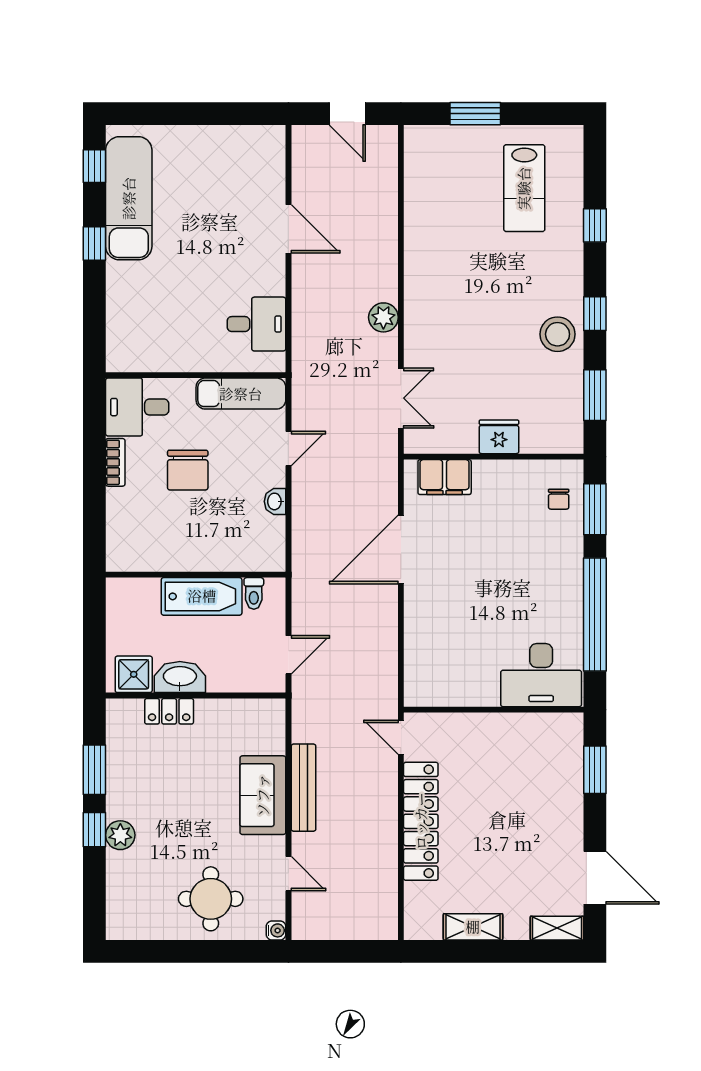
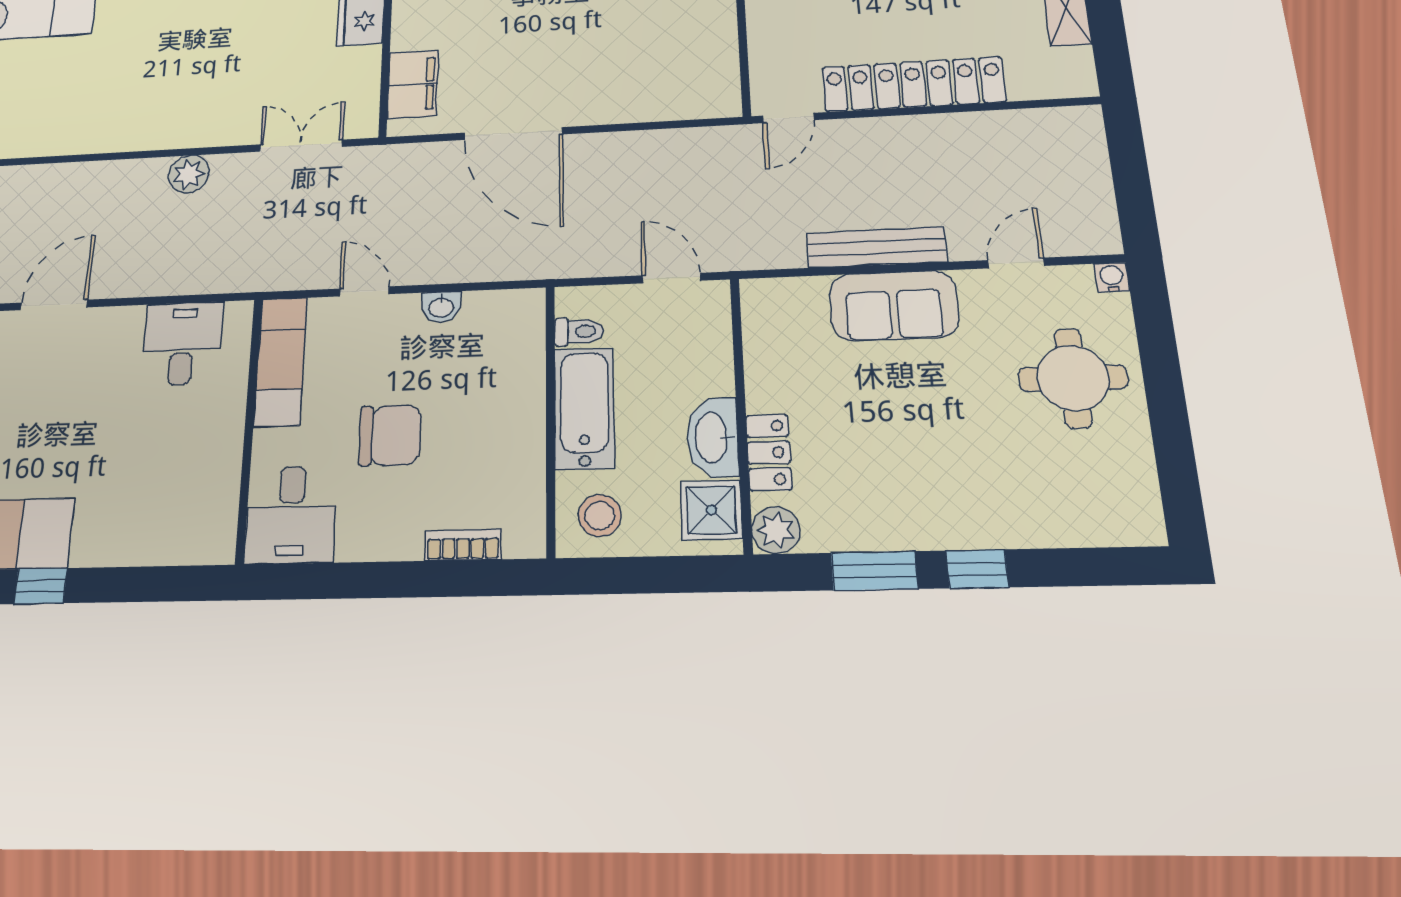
bookcase: (115, 462) -> (463, 545), moved
stool: (132, 605) -> (600, 516), added
plant: (120, 835) -> (776, 530), moved

